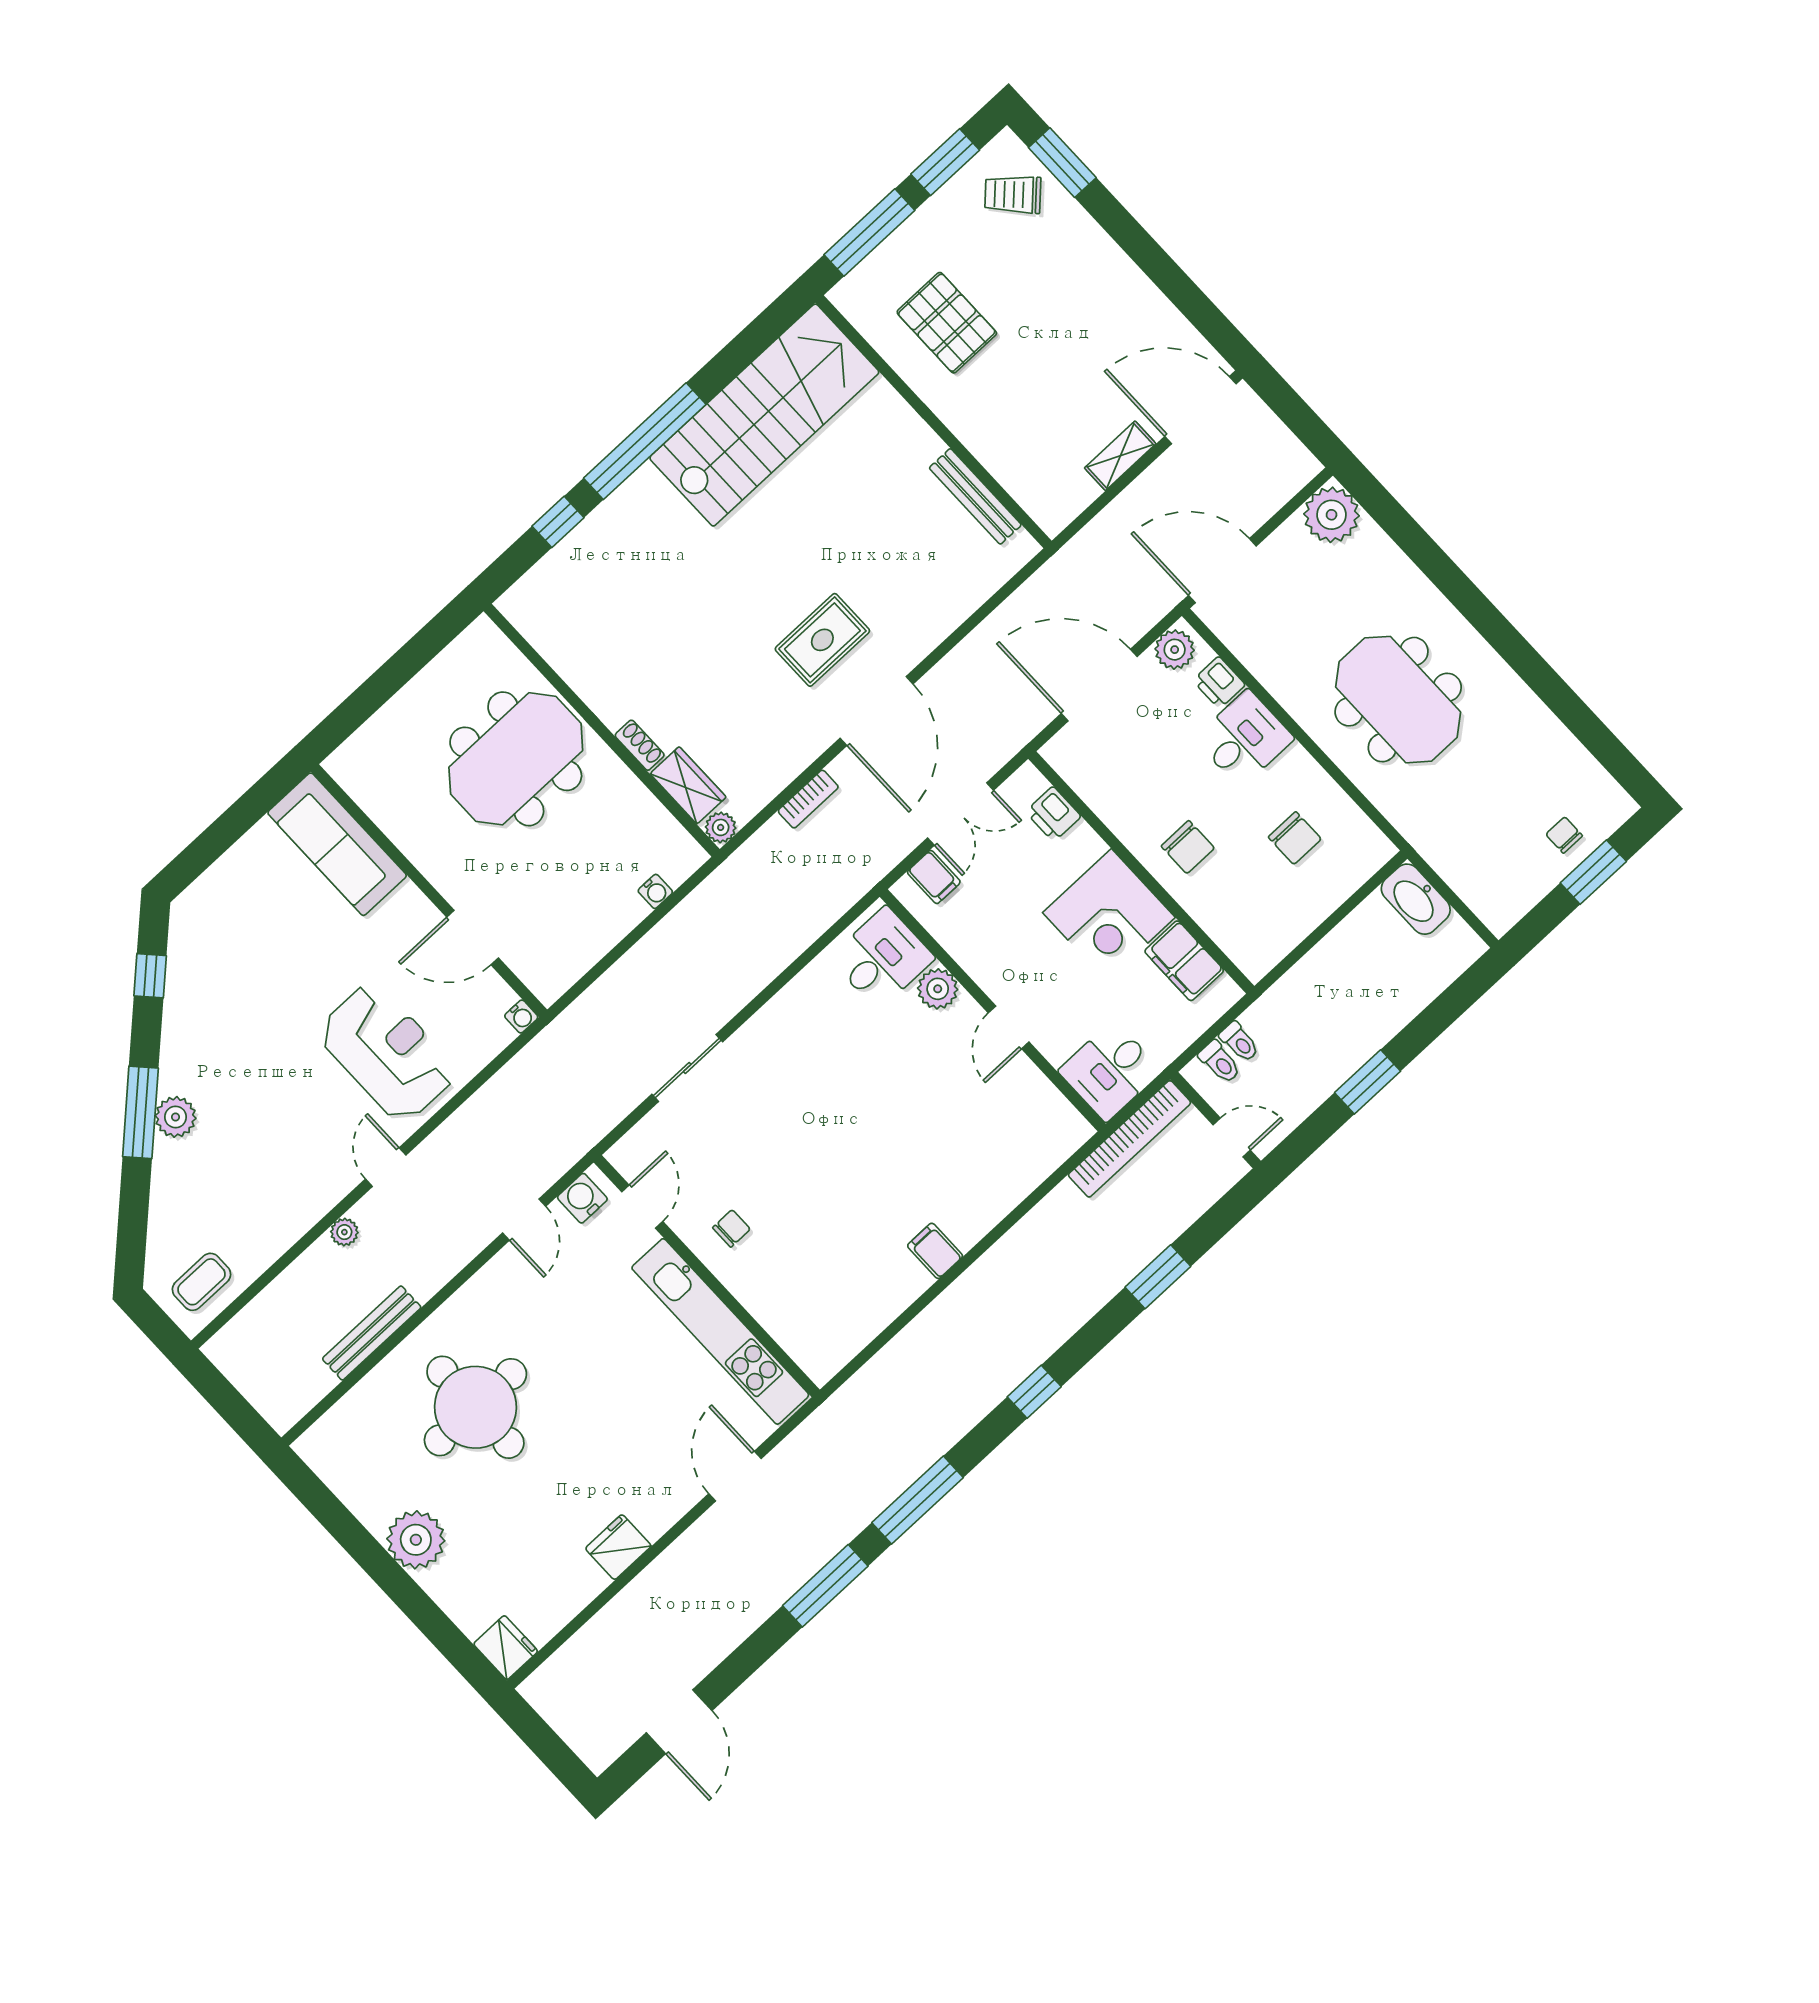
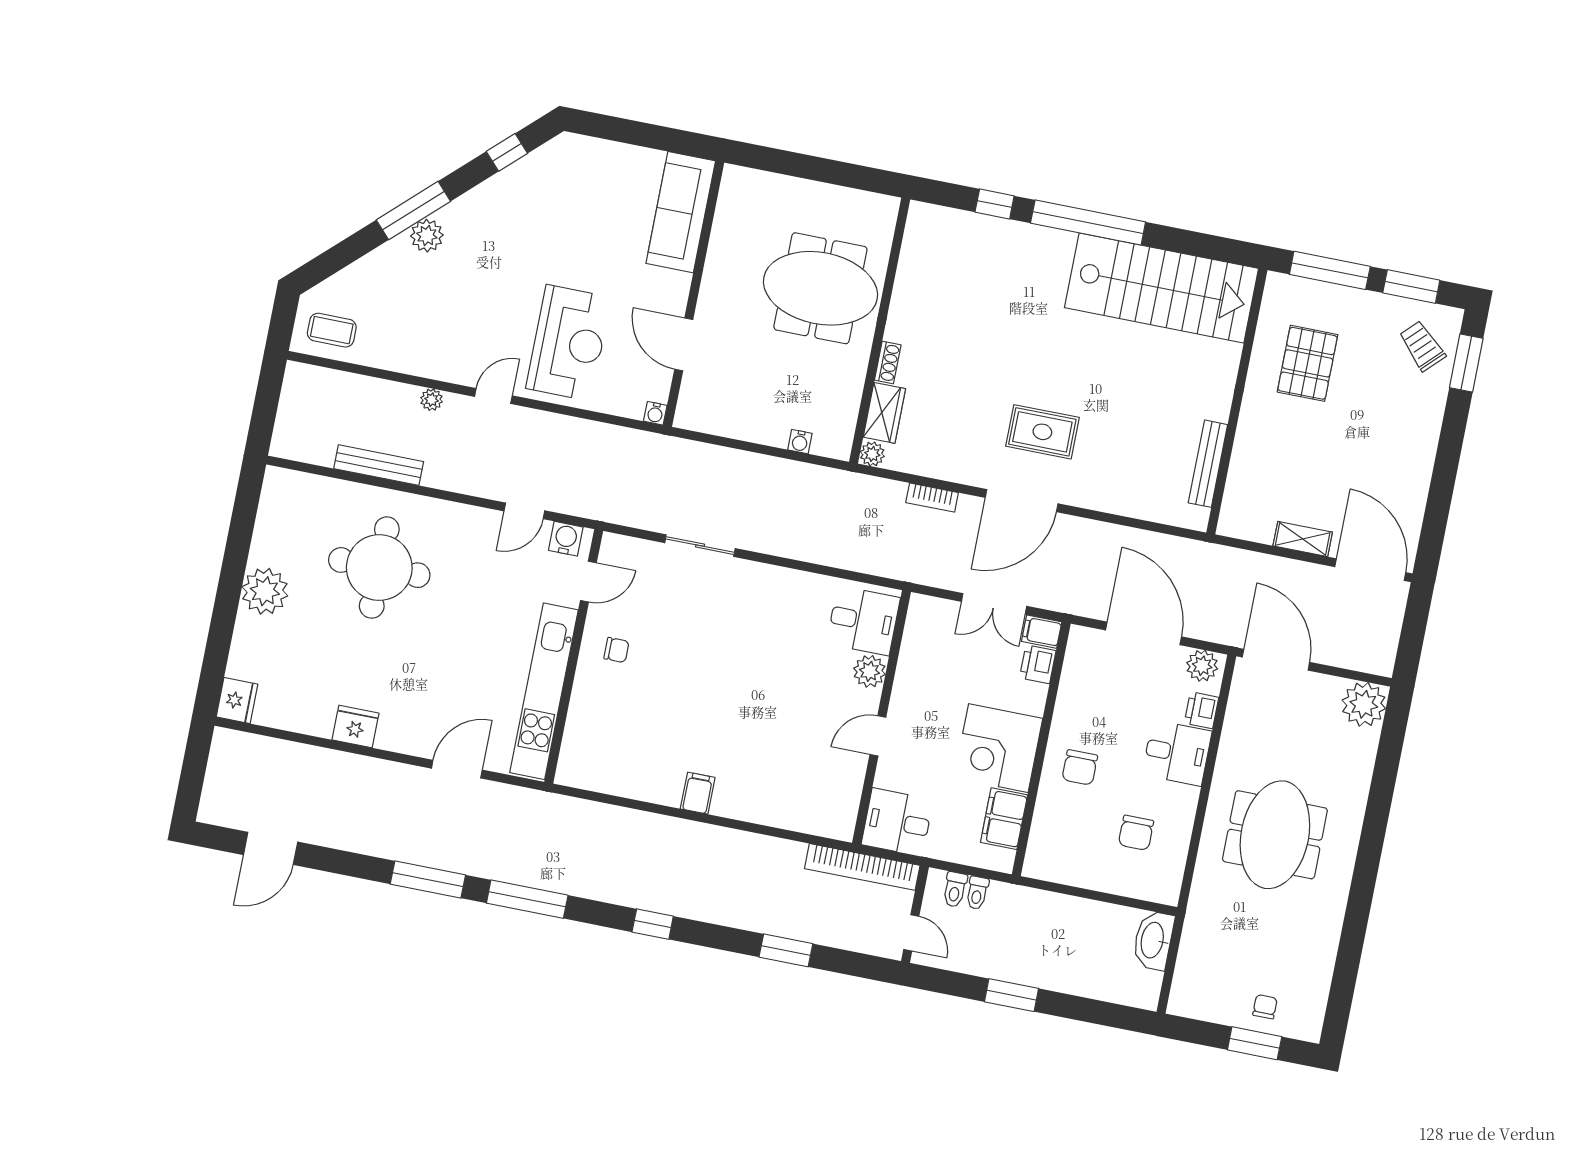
filing cabinet: (934, 877) -> (1042, 632), moved, turned 90

